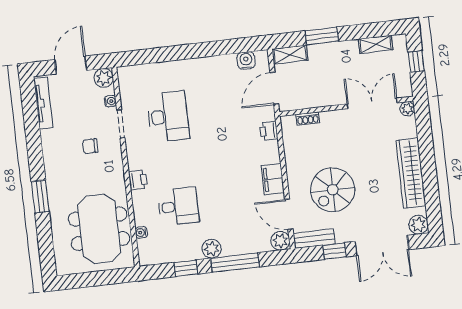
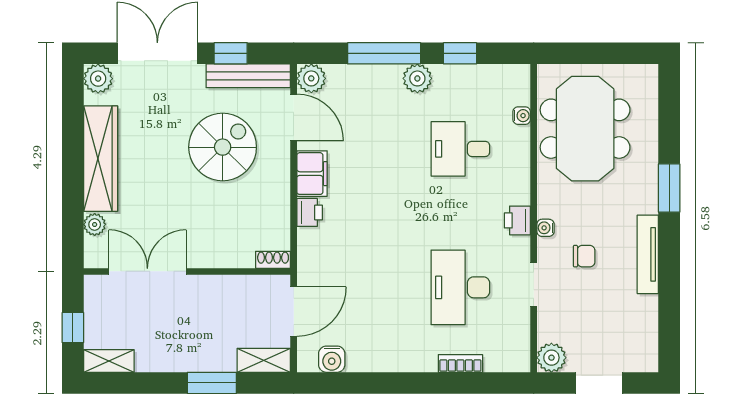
shelving: (376, 44) -> (109, 361), moved
bookcase: (162, 67) -> (460, 363), added
water cooler: (110, 101) -> (545, 228), moved
tv unit: (43, 103) -> (648, 254), moved
double door: (372, 103) -> (147, 271), swing flipped
plant: (407, 109) -> (95, 224), moved
shoe rack: (308, 119) -> (273, 260), moved
printer: (269, 131) -> (310, 212), moved
printer: (138, 180) -> (517, 220), moved
bench: (314, 239) -> (248, 76), width x1.36

